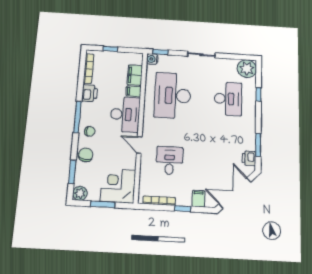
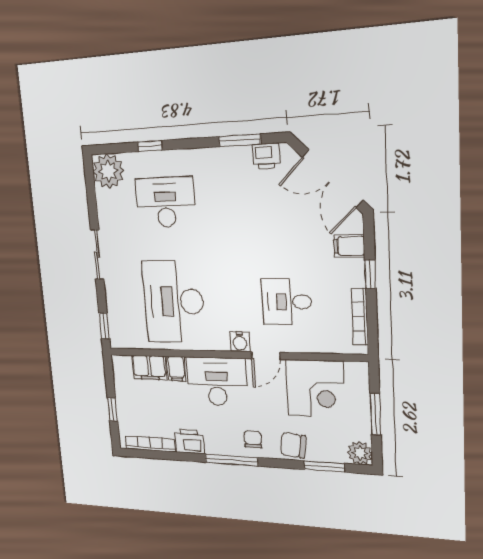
water cooler: (152, 59) -> (240, 342), moved
desk: (173, 95) -> (174, 302), turned 90
corner desk: (118, 186) -> (315, 388), moved, turned -90

